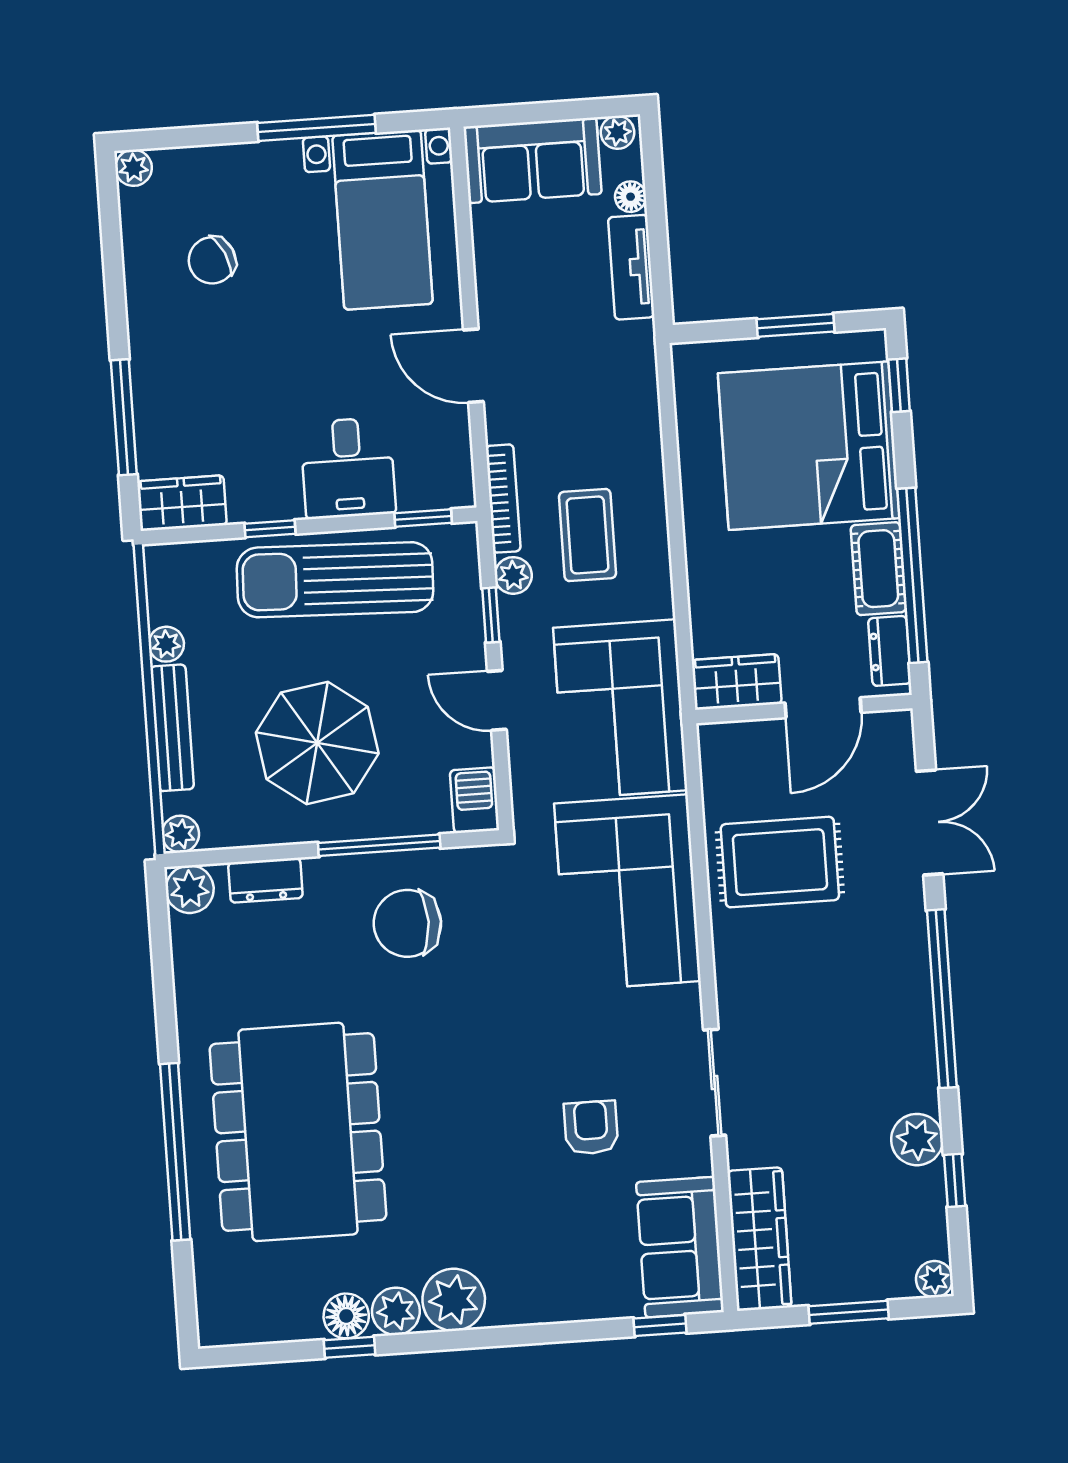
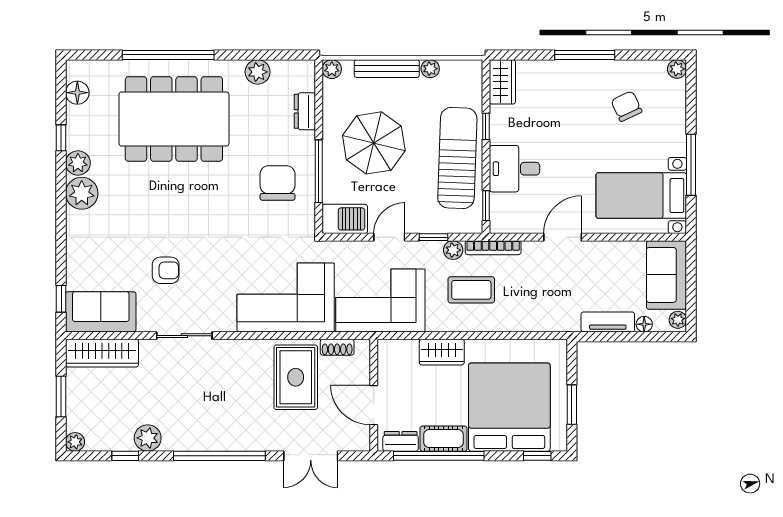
window: (124, 417) -> (585, 55), moved
wardrobe: (737, 682) -> (442, 352), moved, turned 90
shoe rack: (716, 786) -> (337, 347), added
barbecue: (475, 800) -> (345, 219), width x1.38, depth x1.27
plant: (190, 889) -> (258, 72), moved
floor lamp: (346, 1316) -> (77, 93), moved

